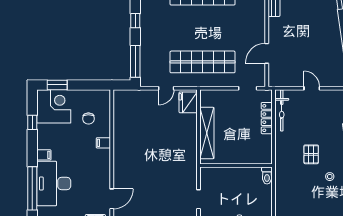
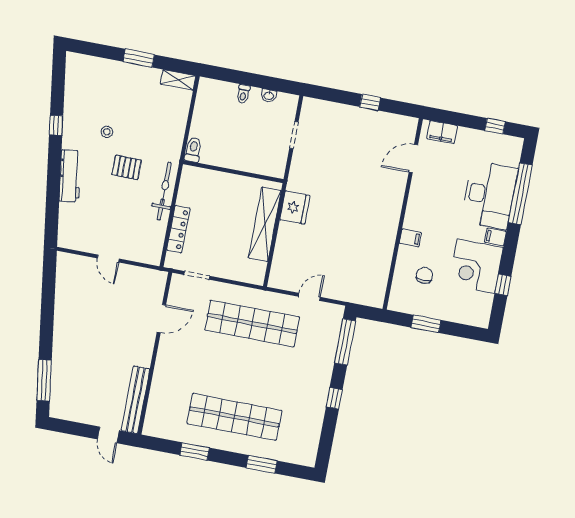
window: (57, 85) -> (426, 324), moved
fridge: (188, 102) -> (295, 207), moved
corner desk: (54, 106) -> (476, 266), moved
bicycle: (282, 110) -> (164, 191), moved
pallet: (311, 154) -> (127, 167), turned 90

